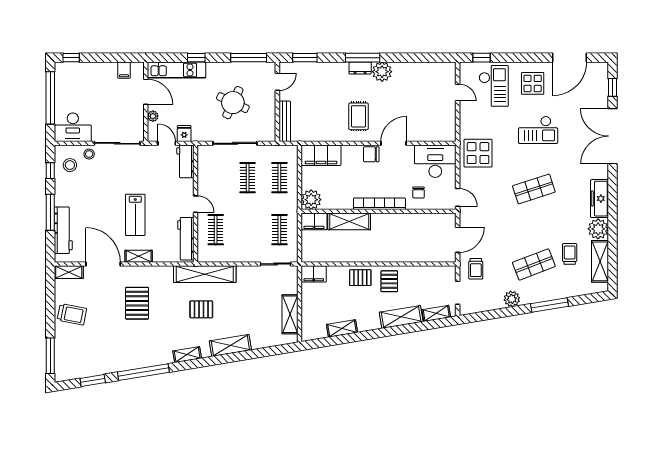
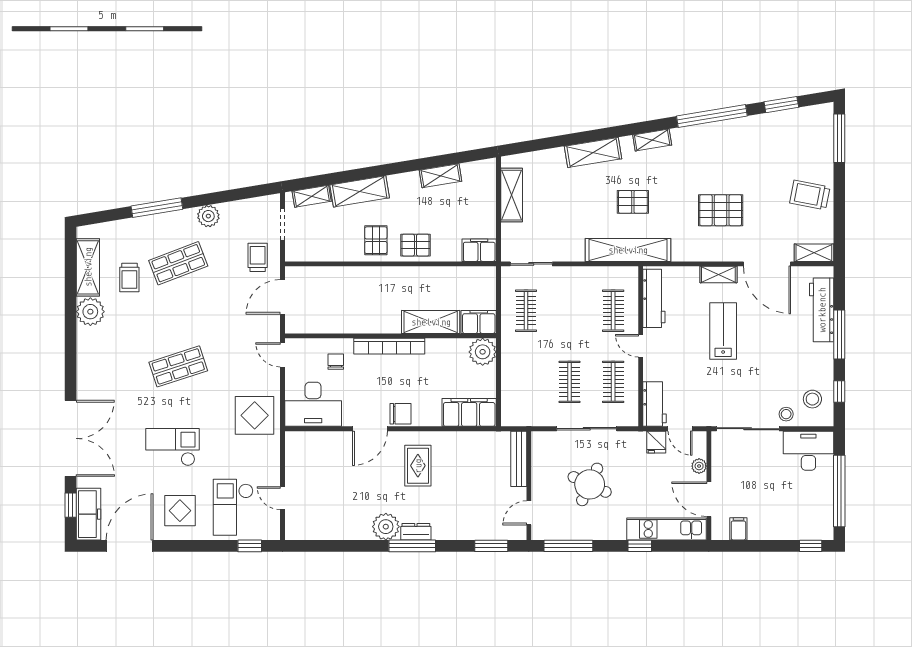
clothes rail: (279, 178) -> (613, 382), moved
freezer: (600, 199) -> (88, 514), moved
pallet: (137, 303) -> (721, 210), turned 90

